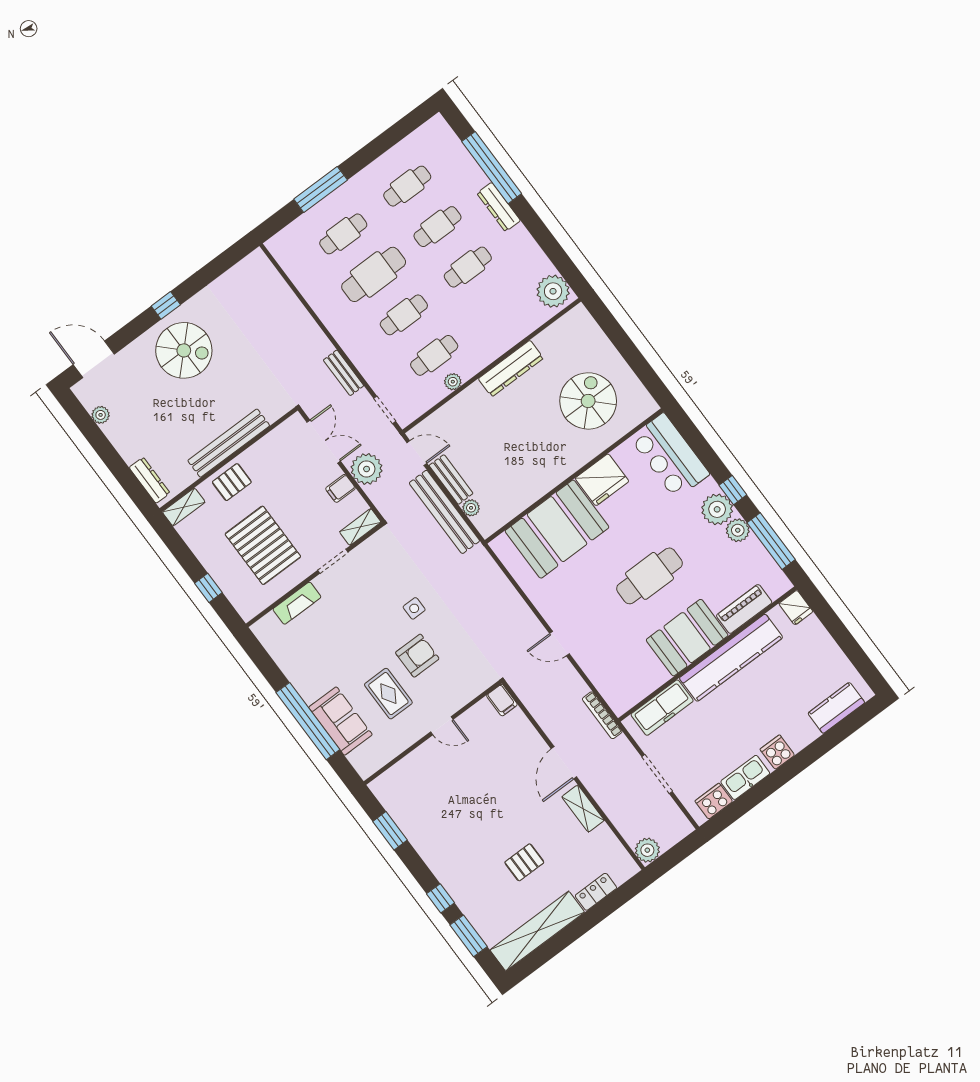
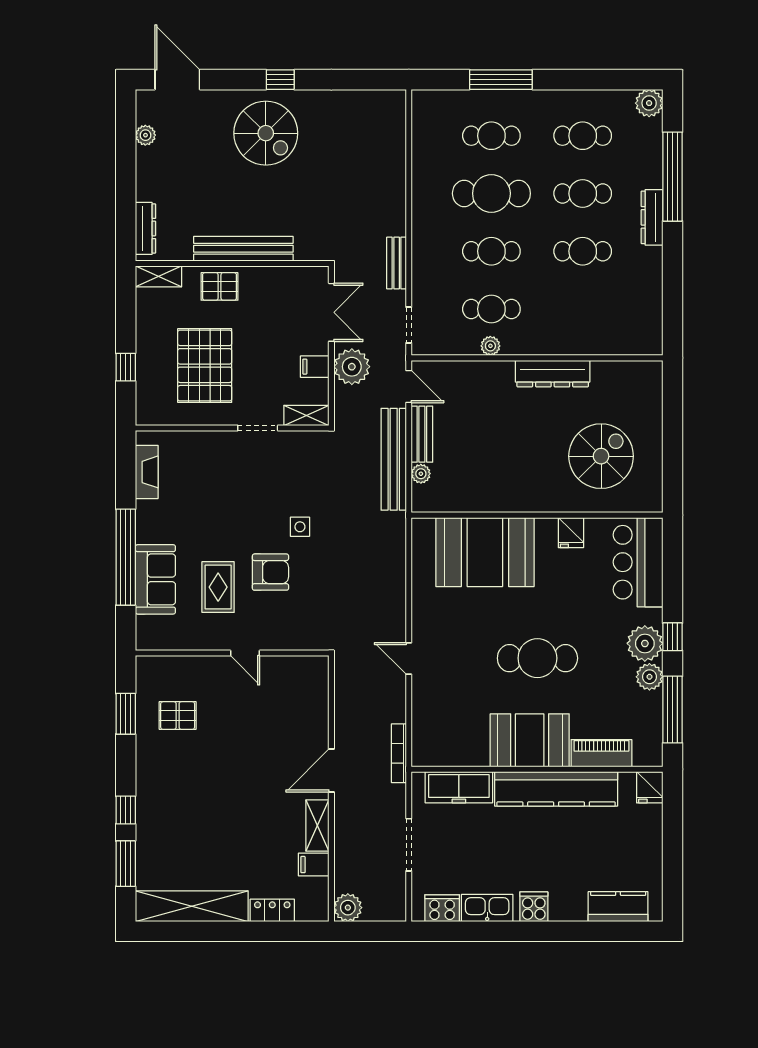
plant: (553, 291) -> (649, 103), moved, width x0.73, depth x0.73
fridge: (602, 480) -> (571, 533), width x0.53, depth x0.75
fireplace: (297, 603) -> (147, 472), moved, turned -90
filing cabinet: (502, 700) -> (314, 865), moved, turned 90
pallet: (524, 862) -> (178, 716), moved

